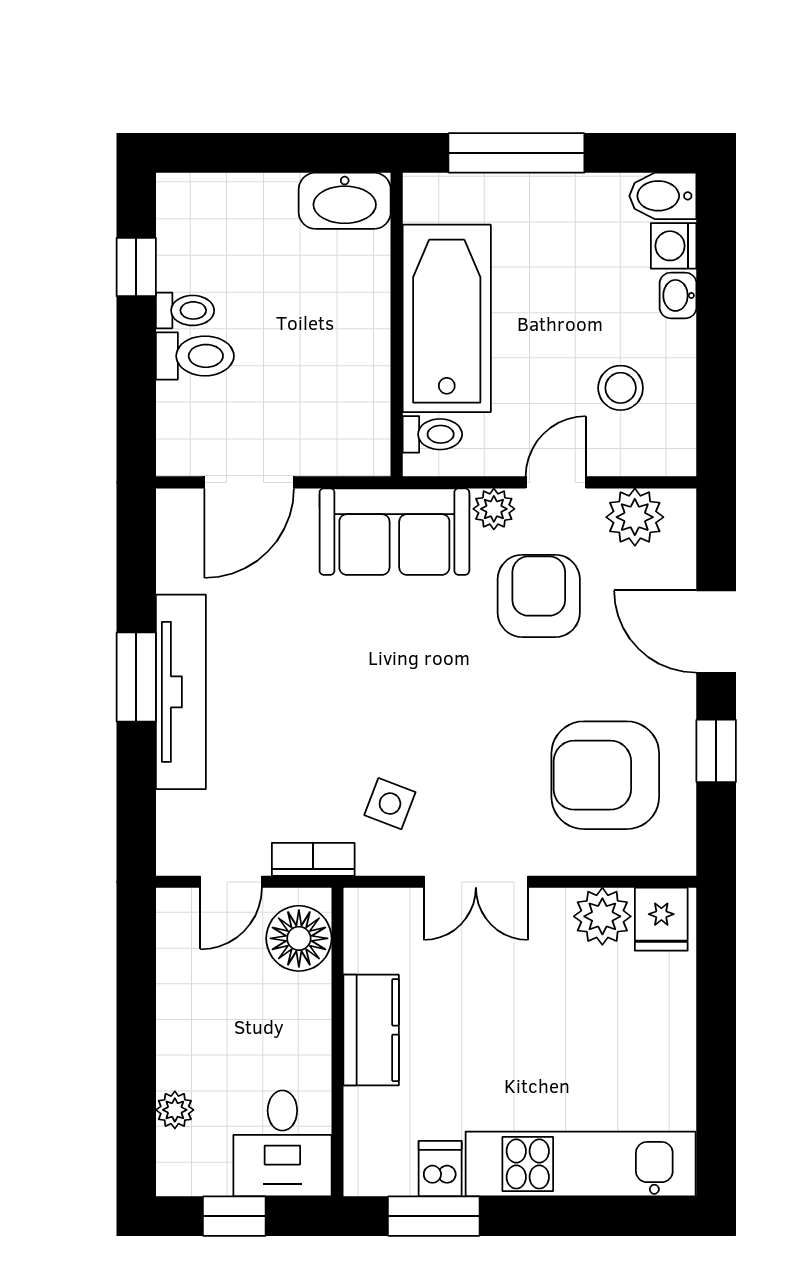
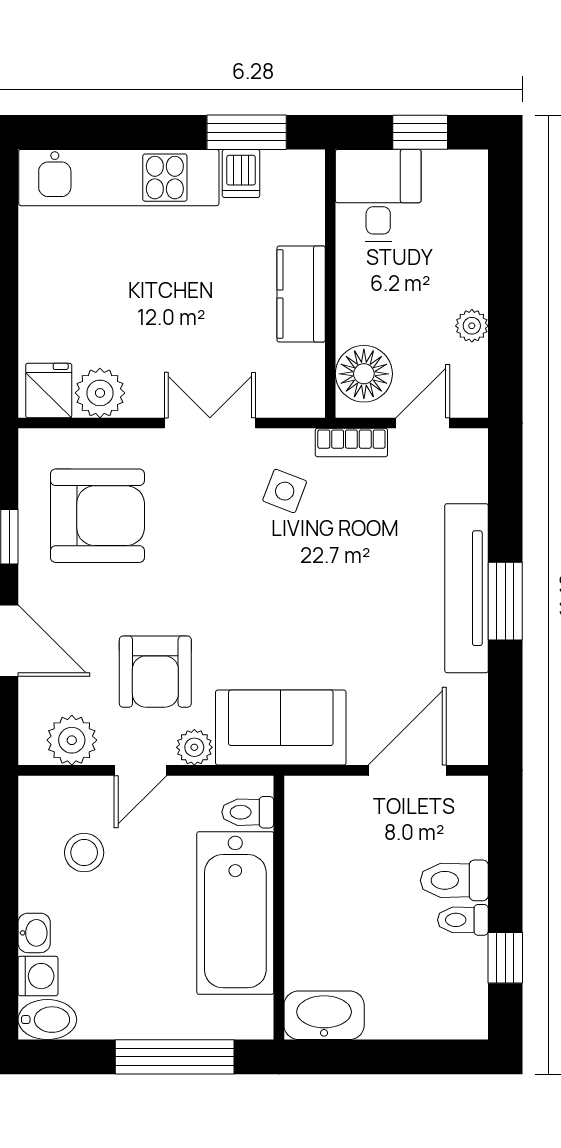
plant: (175, 1110) -> (472, 326), moved

